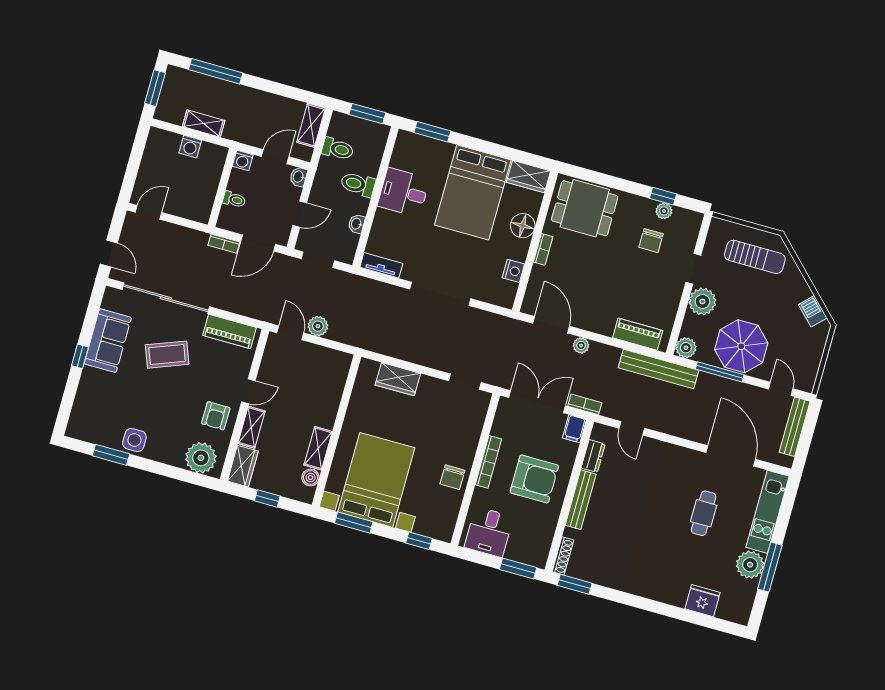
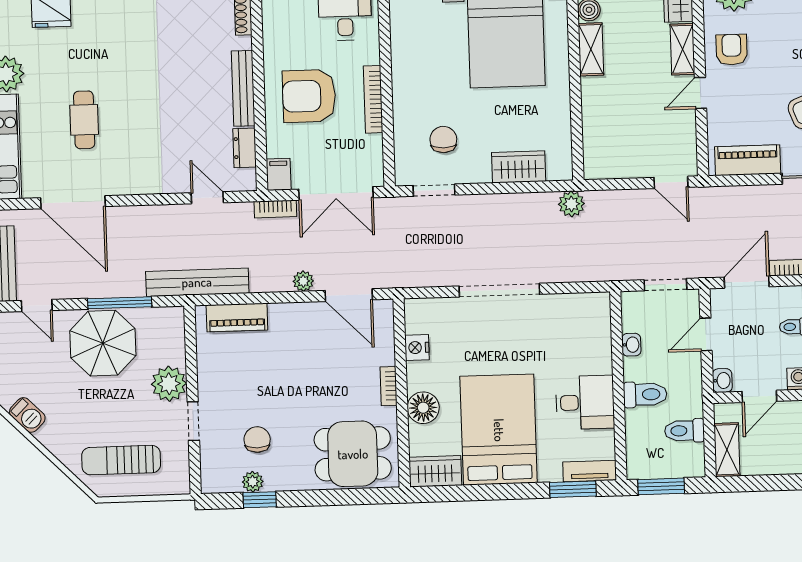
tv unit: (381, 265) -> (590, 471), moved, turned 180
plant: (318, 326) -> (571, 204), moved
plant: (686, 348) -> (171, 320), removed
chair: (452, 477) -> (443, 140), moved

